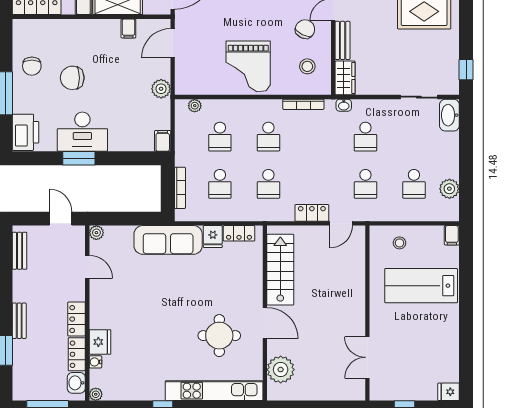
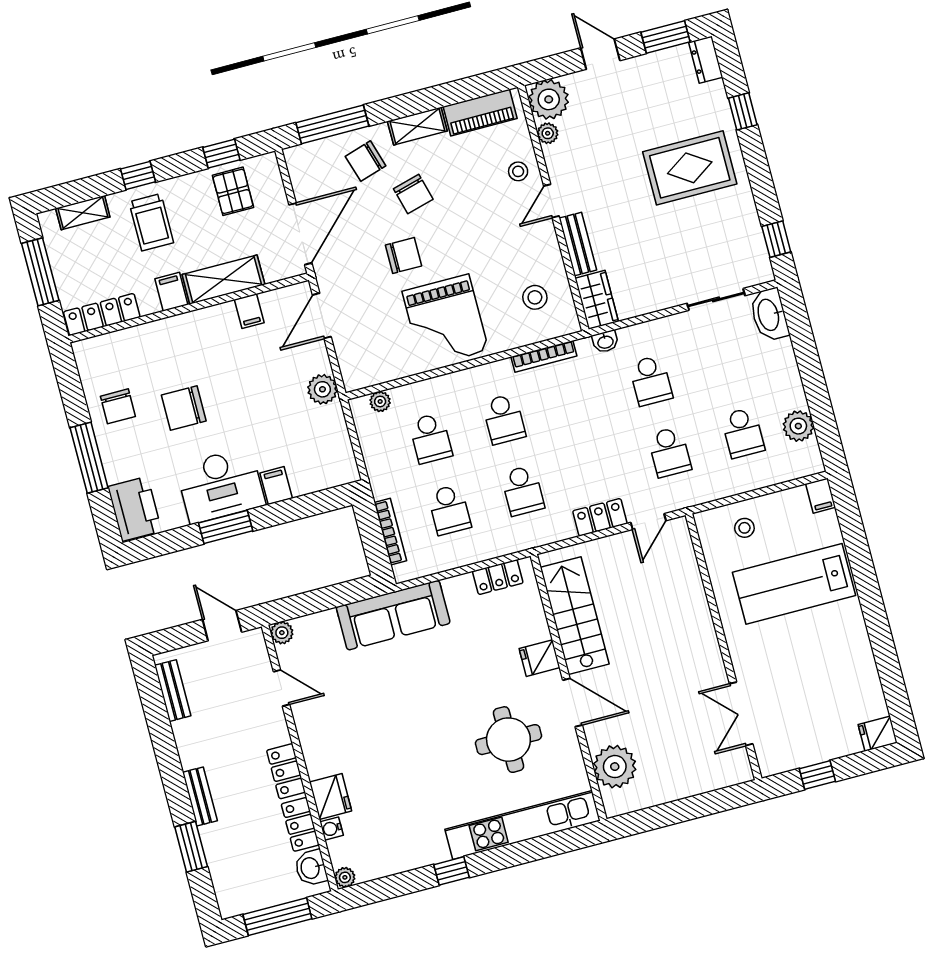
chair: (305, 29) -> (404, 255), moved, turned 64
filing cabinet: (163, 141) -> (276, 486), moved
fridge: (213, 237) -> (540, 658), moved, turned 90

